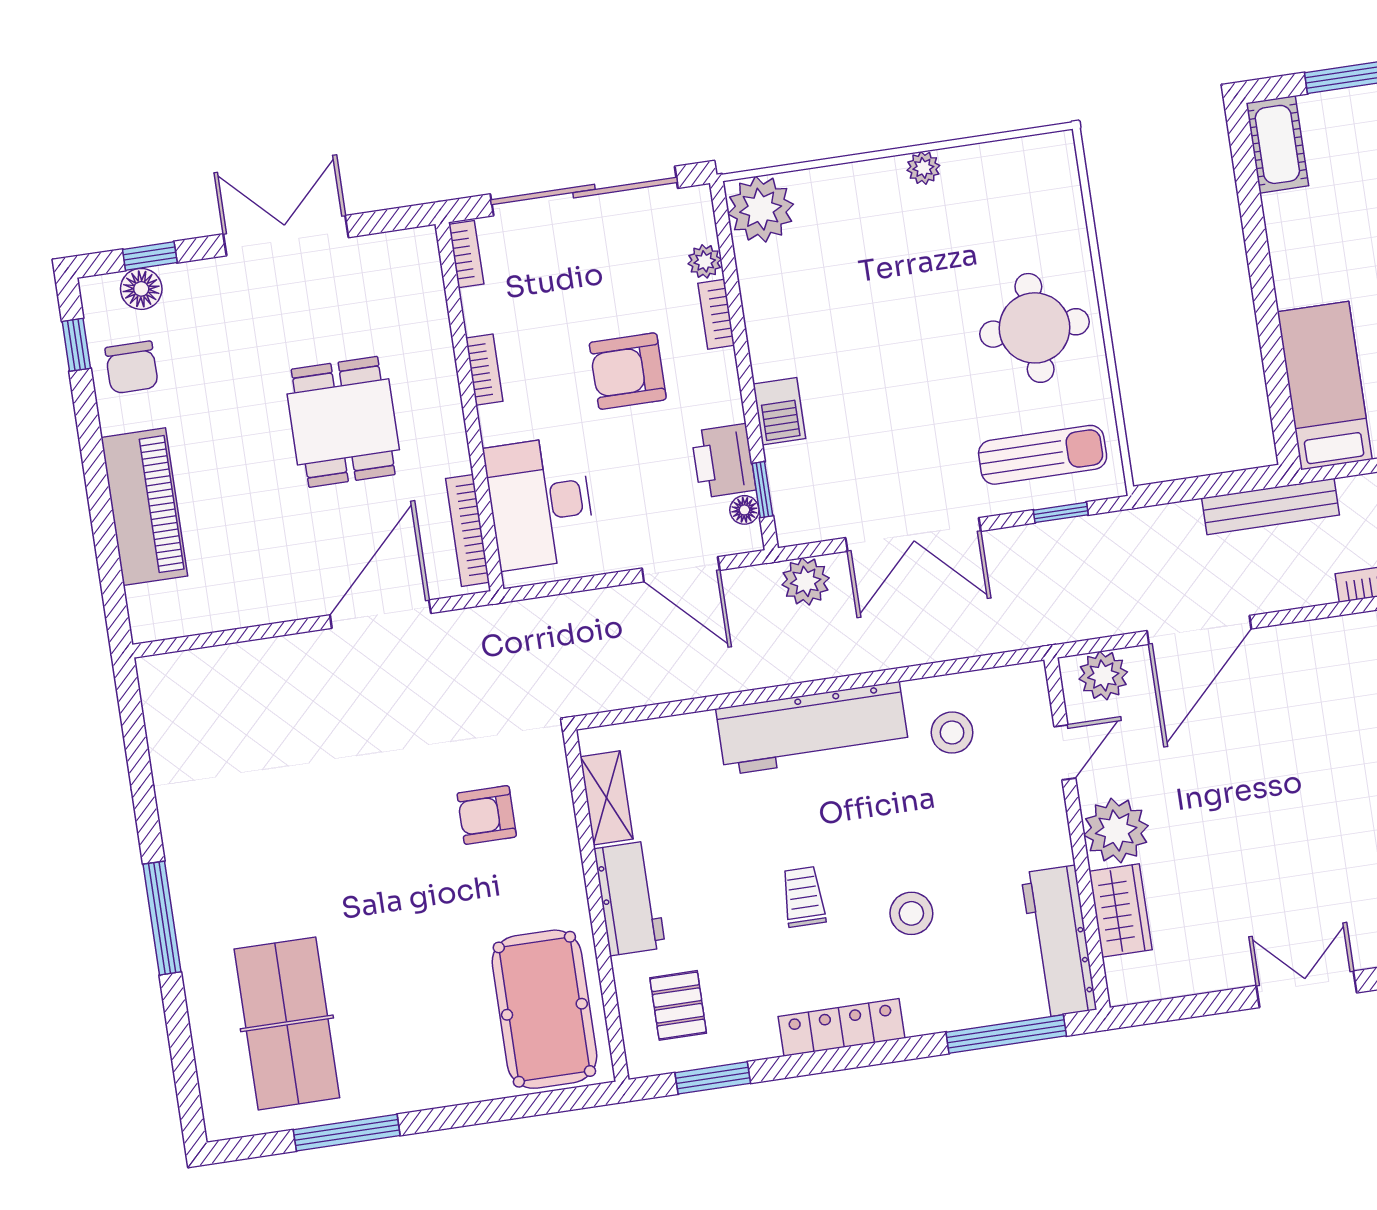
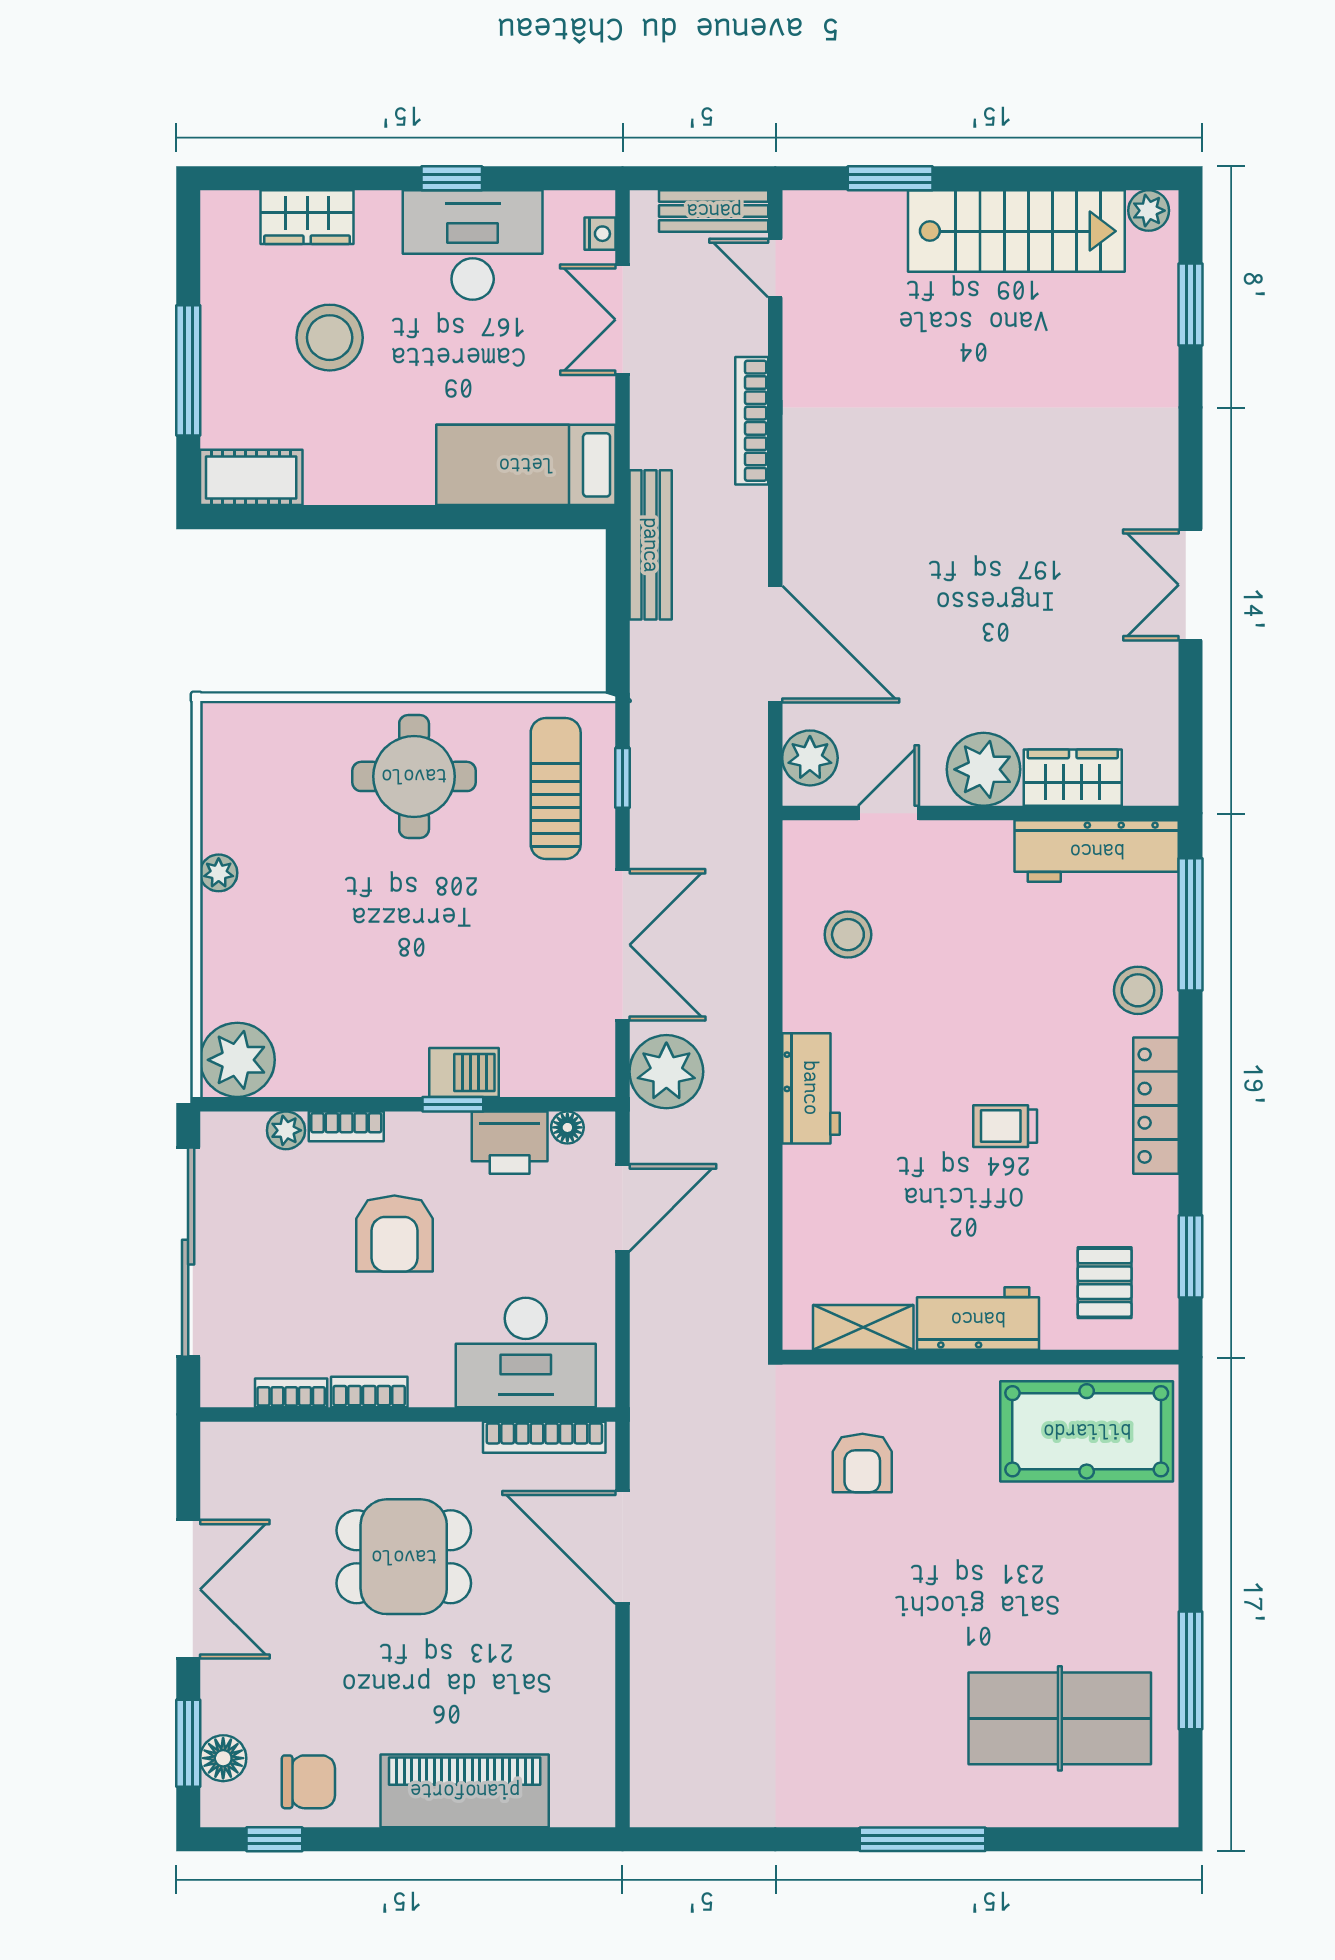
double door: (286, 236) -> (188, 1589), swing flipped
bookcase: (466, 254) -> (291, 1393), moved
window: (150, 256) -> (188, 1743), width x1.50
window: (762, 490) -> (453, 1104), moved
plant: (806, 581) -> (666, 1072), width x1.36, depth x1.36
workbench: (812, 728) -> (811, 1088), width x0.53, depth x0.76
door: (1065, 752) -> (889, 813), hinge flipped
stool: (911, 913) -> (1138, 990), moved
pallet: (678, 1005) -> (1105, 1283), turned 90

